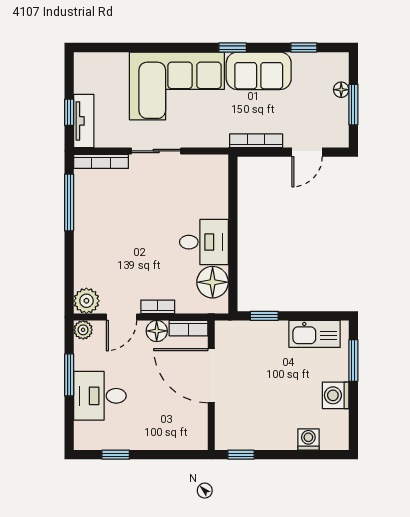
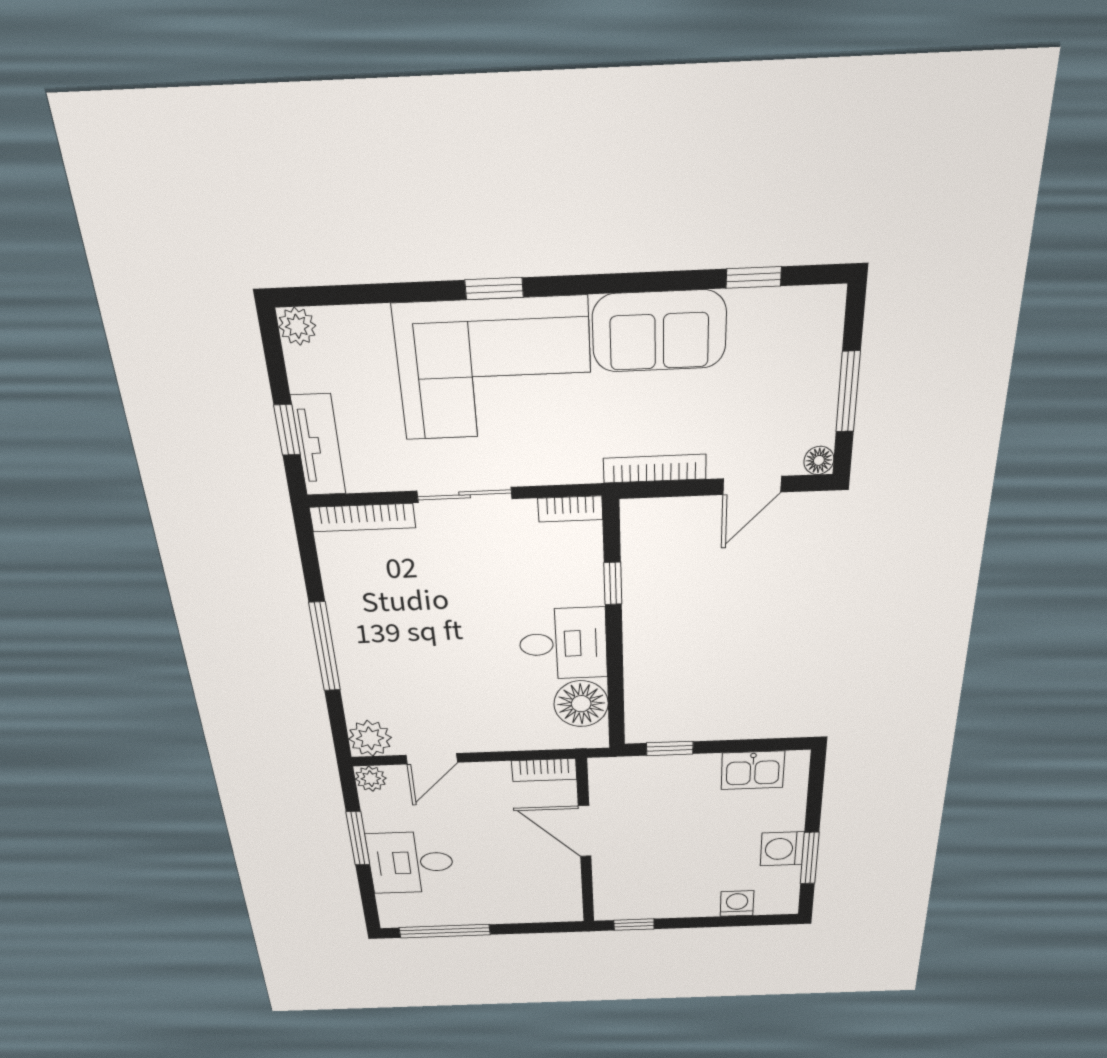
window: (233, 47) -> (494, 289), moved
plant: (83, 61) -> (297, 326), added
floor lamp: (341, 90) -> (819, 460), moved
window: (69, 202) -> (325, 647), moved
window: (233, 206) -> (613, 584), added
bookcase: (158, 307) -> (570, 509), moved, turned 180
floor lamp: (157, 331) -> (492, 776), removed
kitchen sink: (315, 334) -> (753, 770), width x0.73
window: (353, 361) -> (810, 858), moved
door: (211, 376) -> (585, 831), width x0.73
window: (116, 455) -> (445, 931), width x2.17

